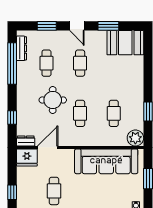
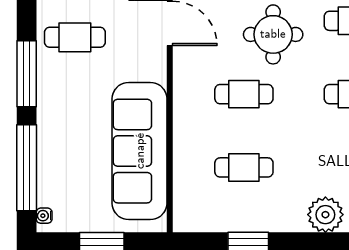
plant: (135, 138) -> (325, 215), moved

